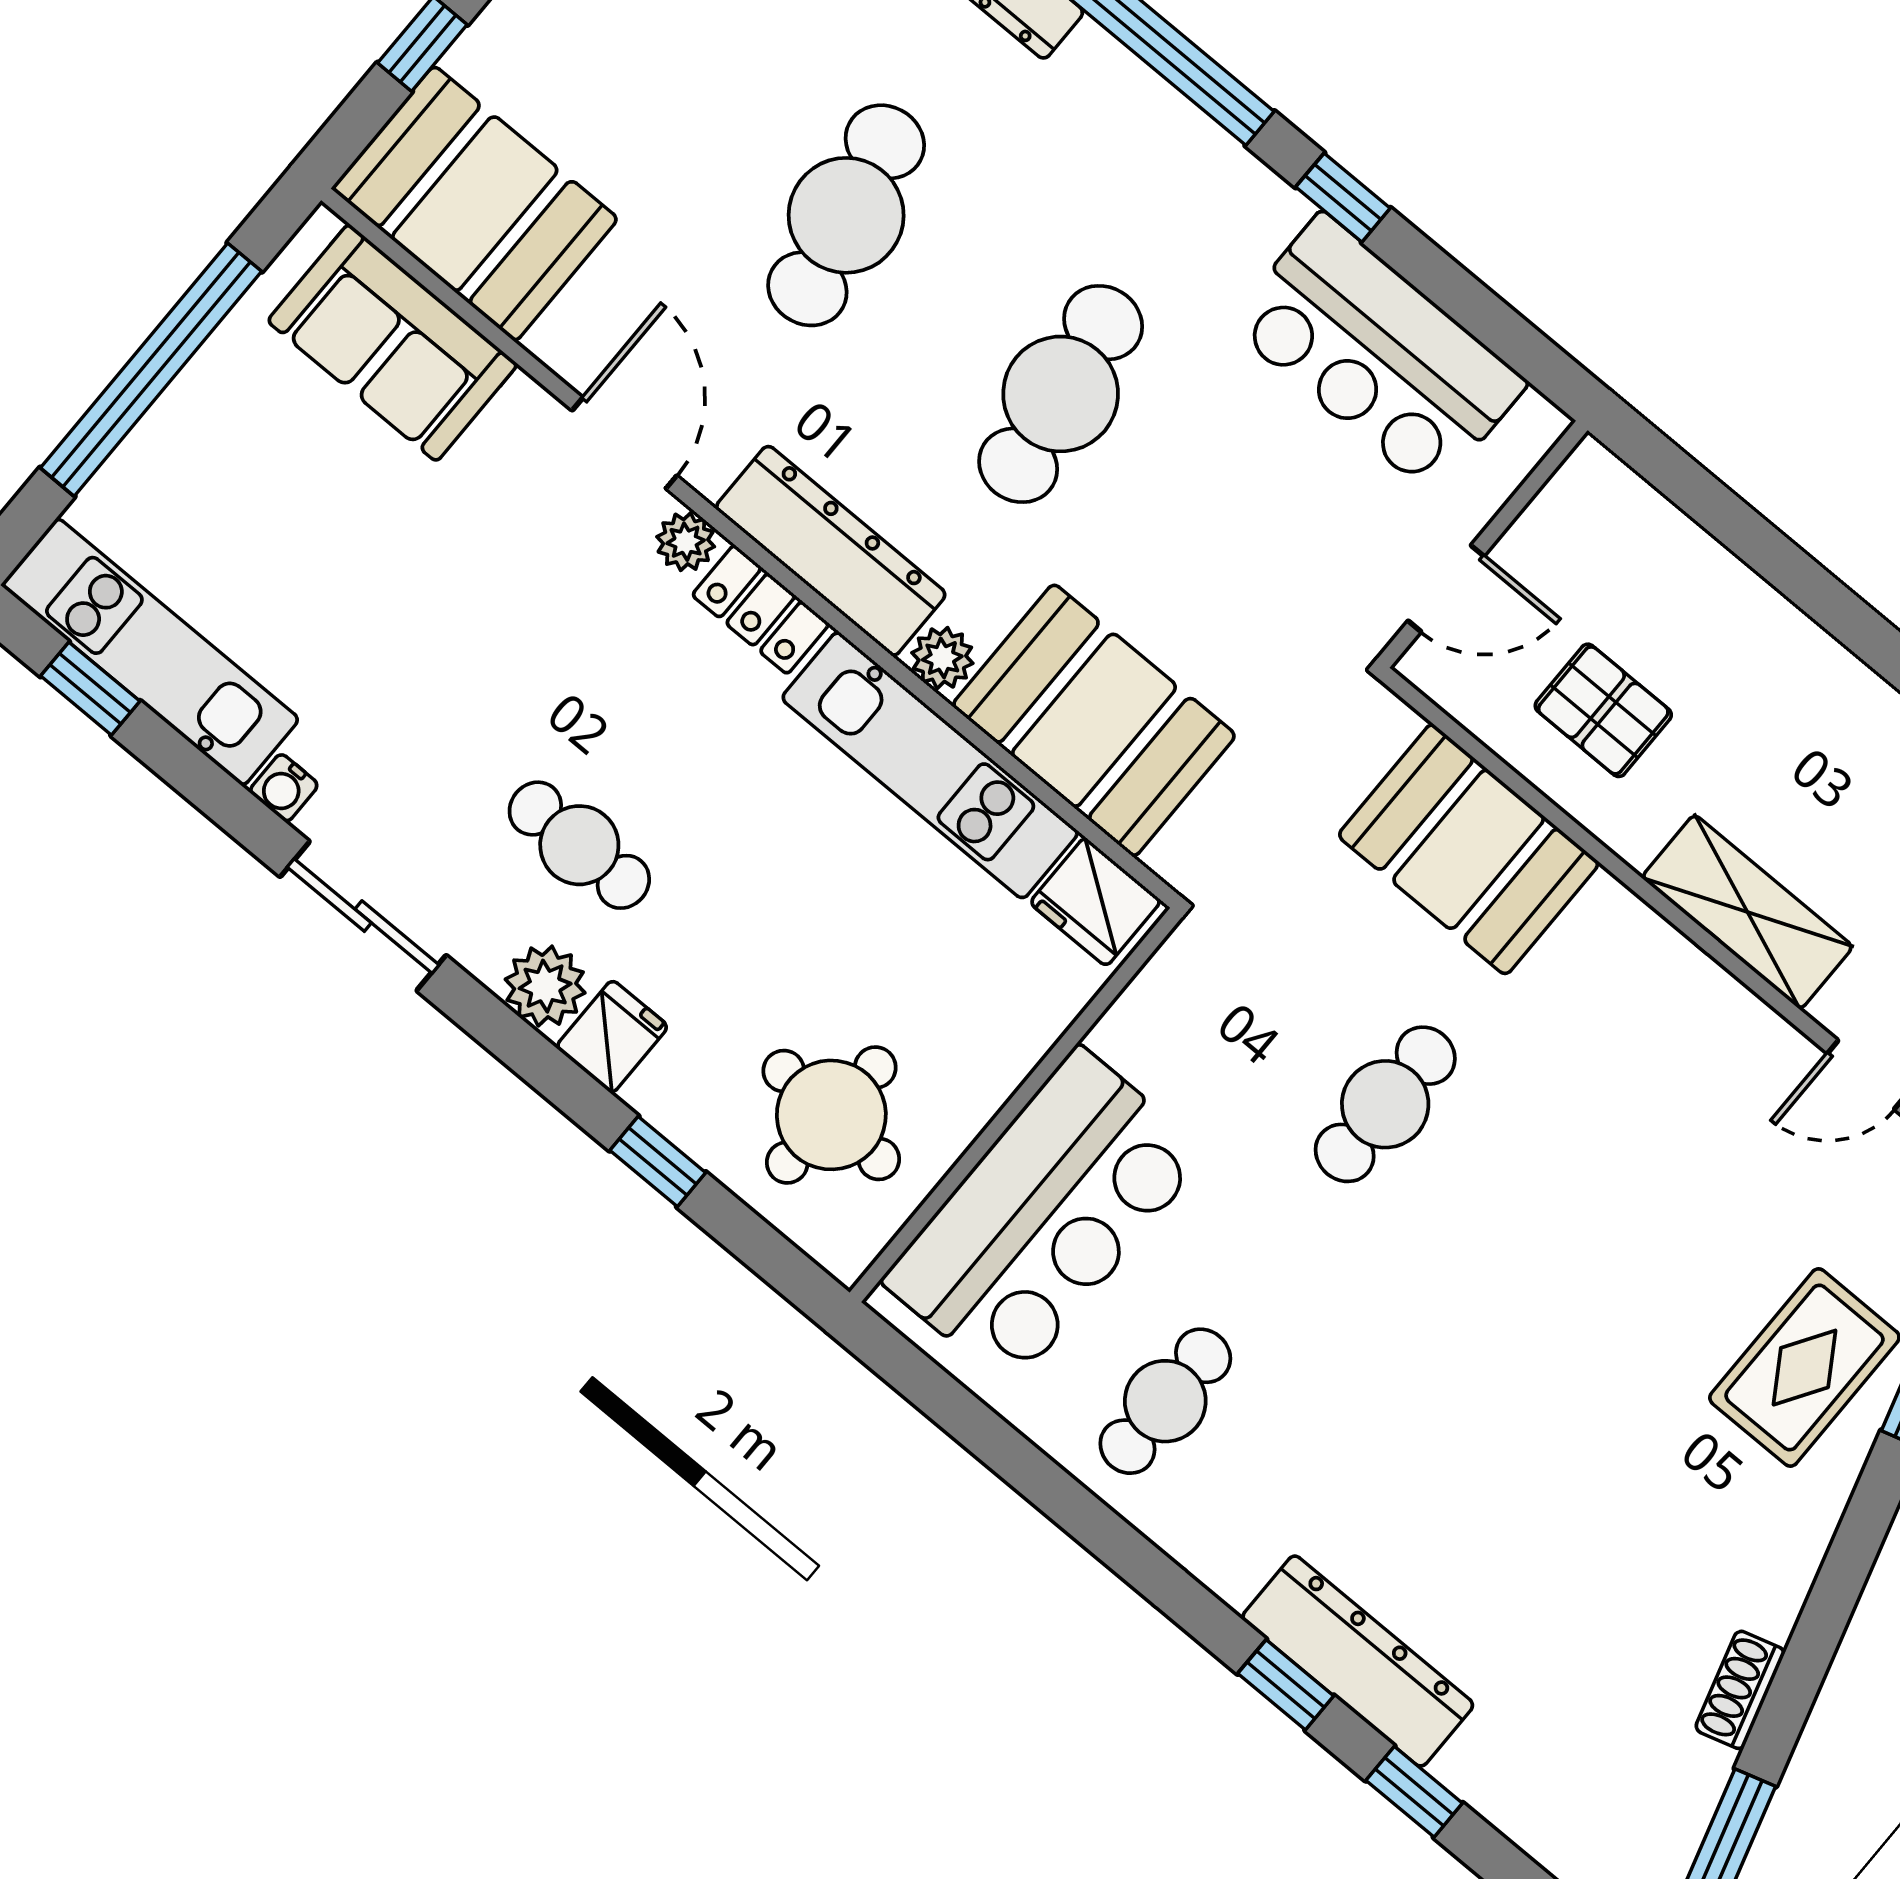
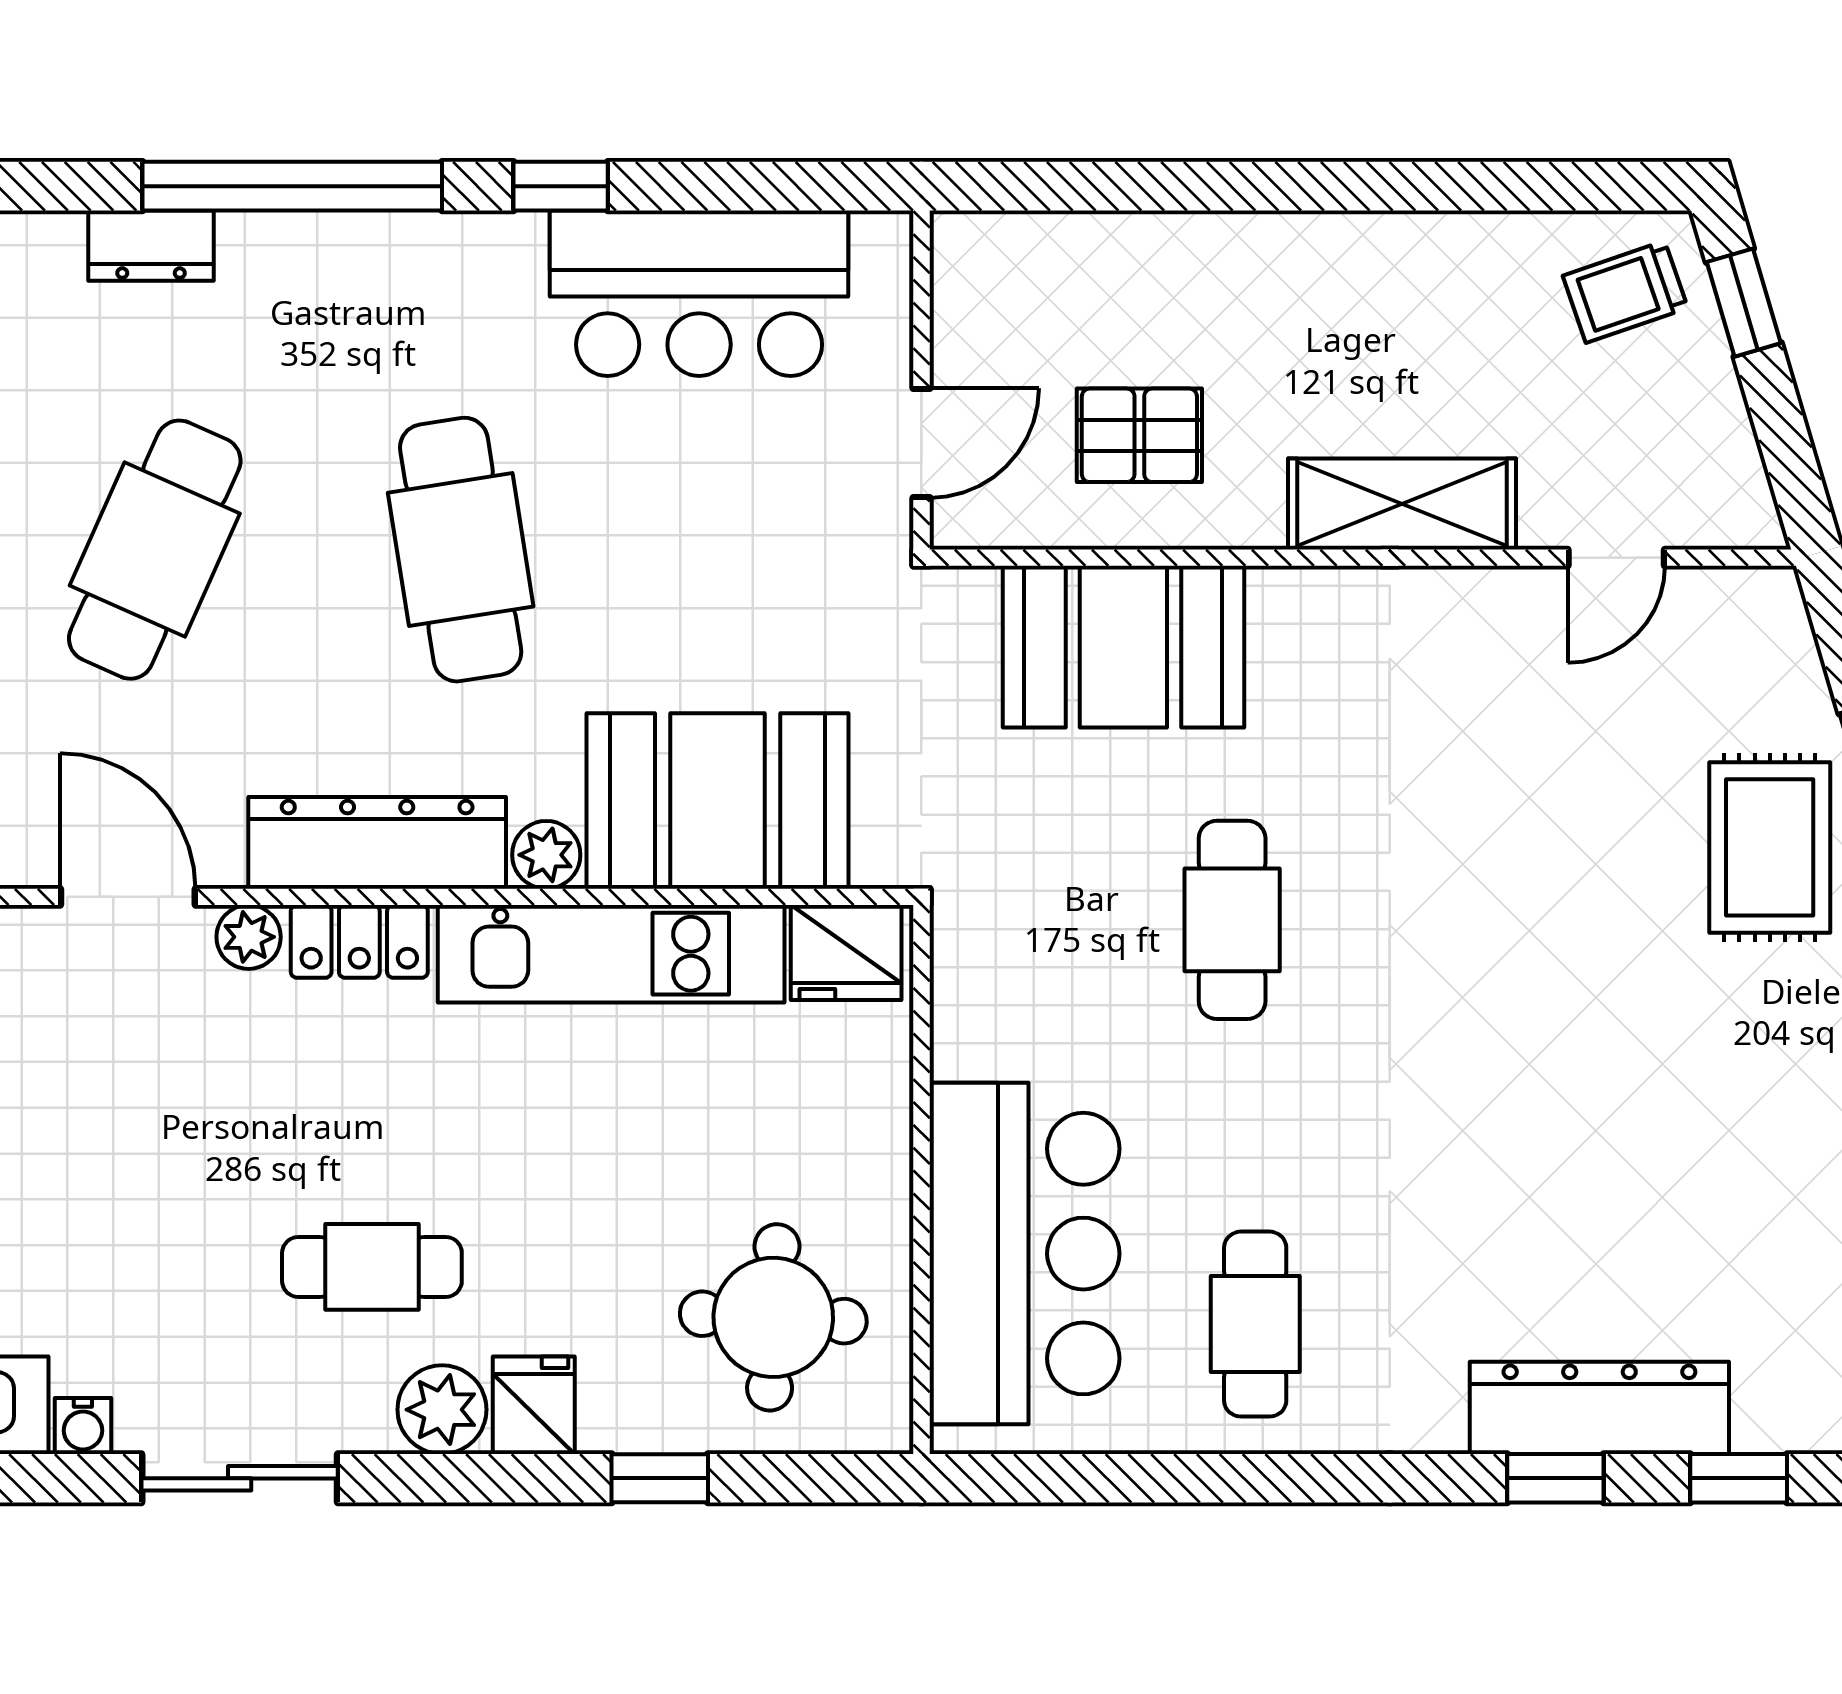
cafe table: (846, 215) -> (155, 550), turned 36

